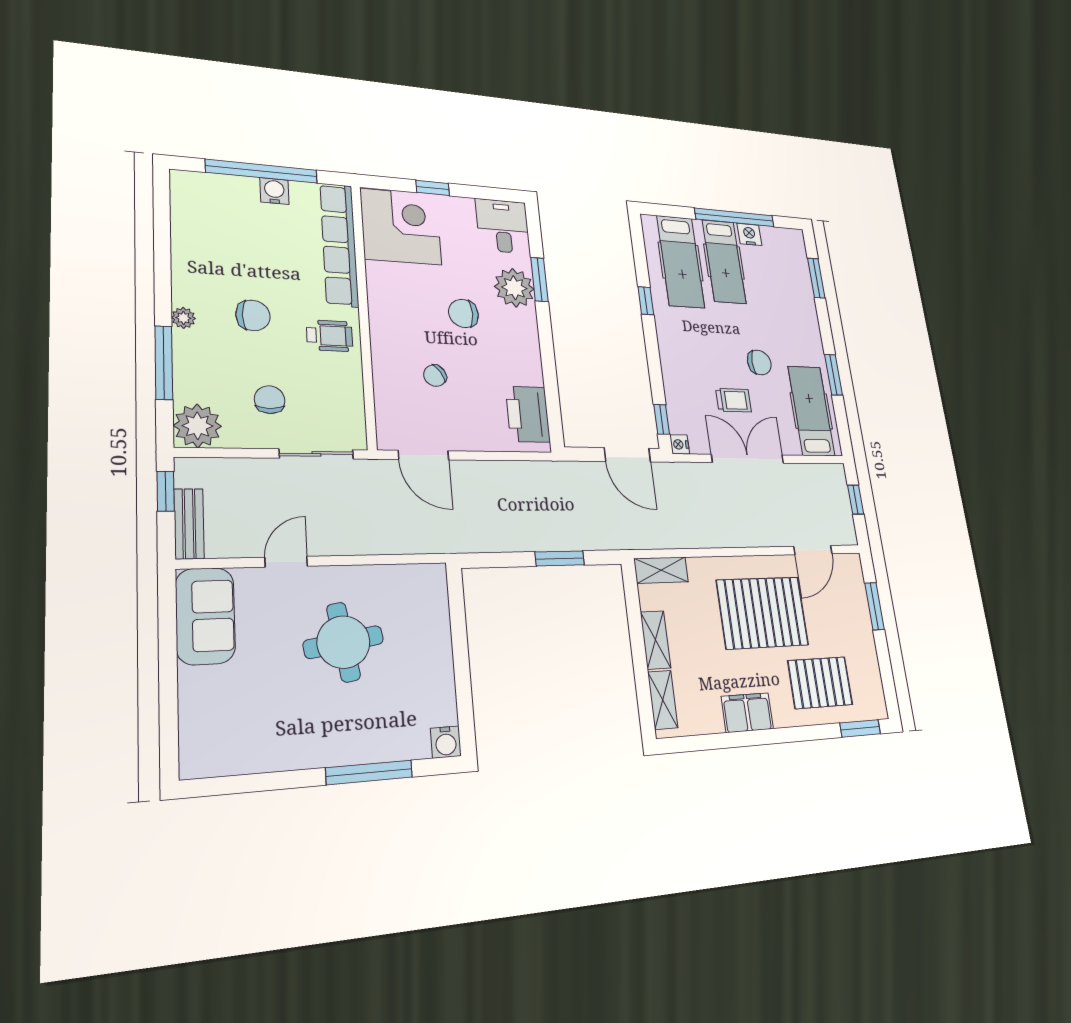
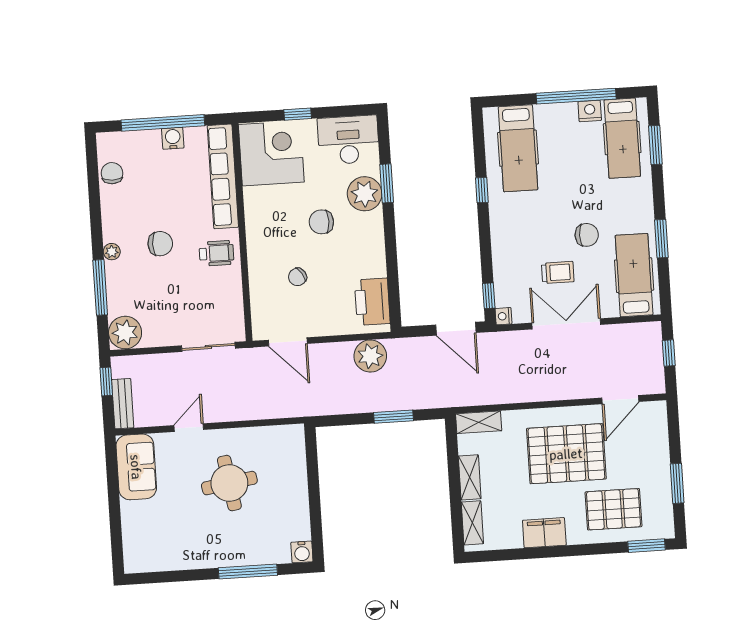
desk: (503, 226) -> (348, 140), width x1.37
hospital bed: (724, 262) -> (622, 138), moved
chair: (270, 400) -> (112, 173), moved
plant: (528, 480) -> (370, 356), added
window: (874, 606) -> (677, 483), moved

